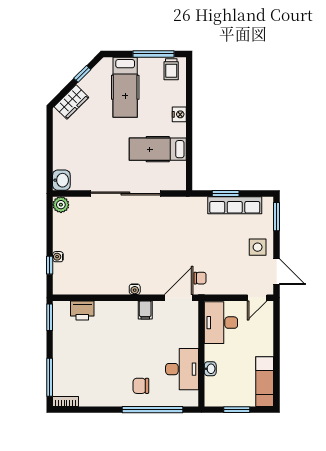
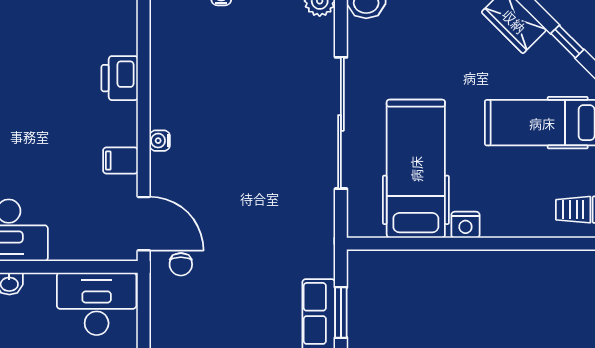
nightstand: (179, 114) -> (465, 225), moved
hospital bed: (158, 149) -> (416, 169), width x1.37, depth x1.29
printer: (82, 310) -> (120, 78), moved

